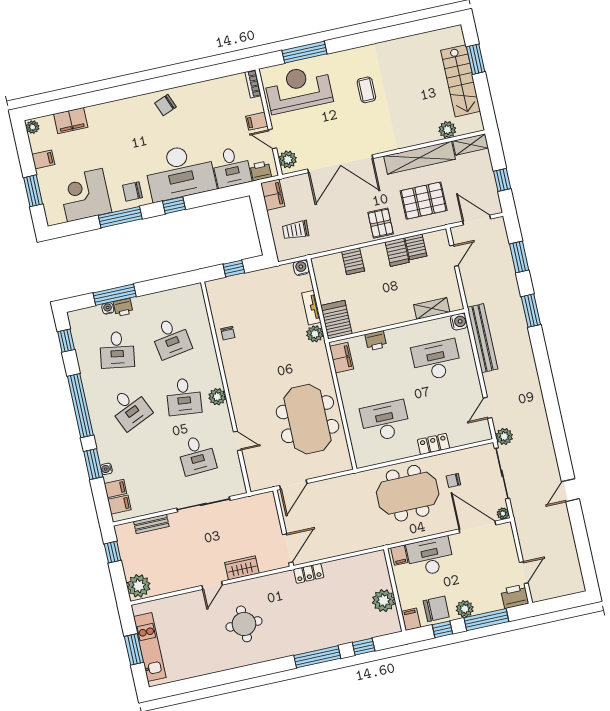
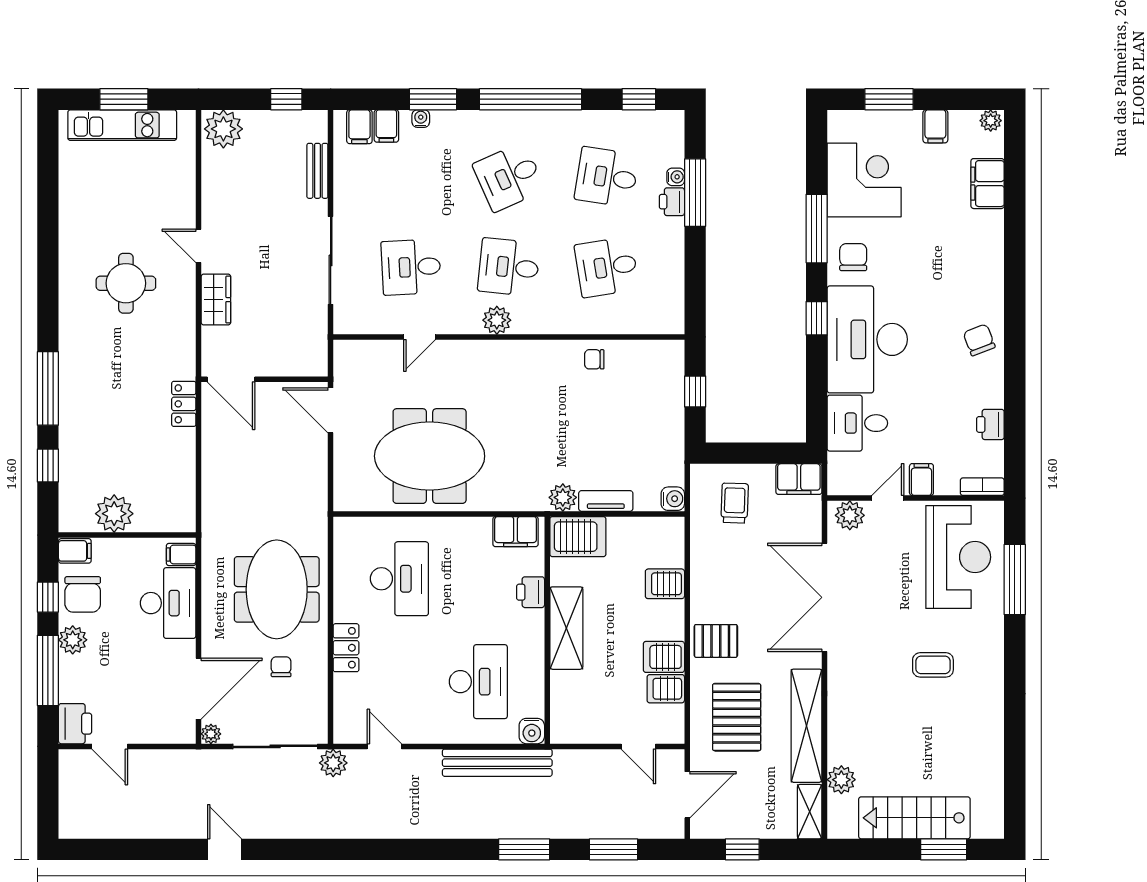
printer: (261, 171) -> (990, 424), moved, turned 180
shelving: (432, 309) -> (566, 628), moved, width x1.50, depth x1.33

